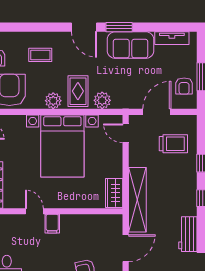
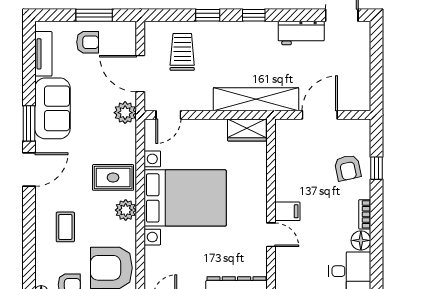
armchair: (184, 86) -> (88, 42), moved
plant: (102, 100) -> (125, 113), moved
door: (34, 211) -> (271, 235), swing flipped
door: (126, 248) -> (320, 115), hinge flipped

